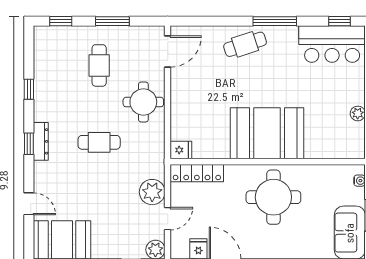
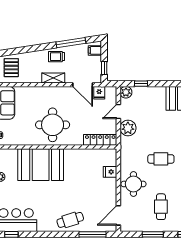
window: (275, 21) -> (93, 234), moved
booth: (267, 133) -> (41, 165), moved
fridge: (181, 150) -> (110, 172), moved

